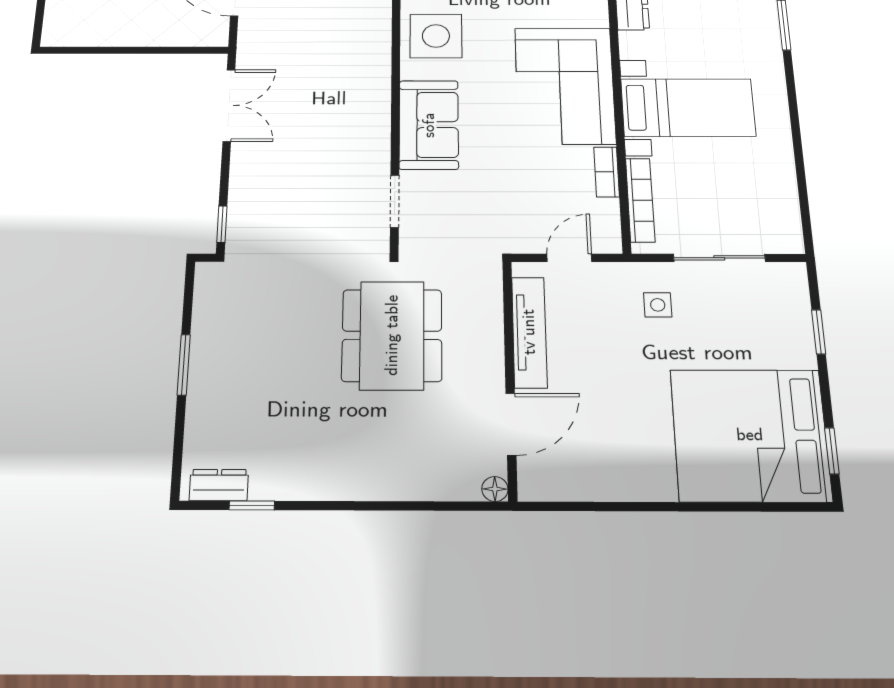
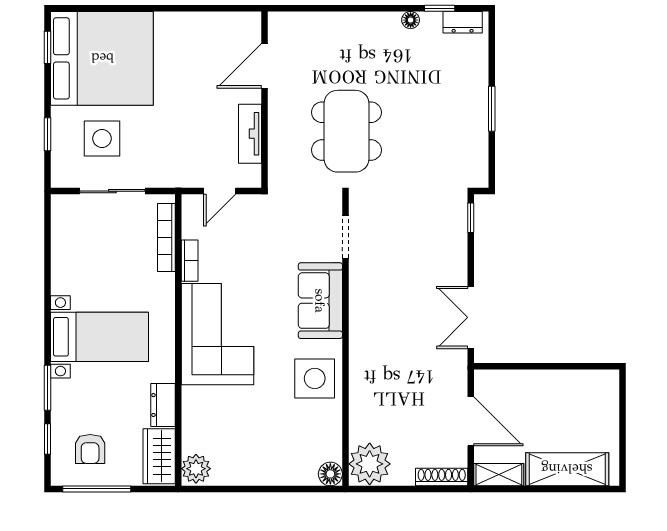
bed with nightstands: (688, 108) -> (99, 337), moved, turned 180
side table: (658, 305) -> (102, 138), moved, width x1.87, depth x1.87
tv unit: (529, 332) -> (250, 134), width x0.71
floor lamp: (495, 489) -> (411, 20), moved

